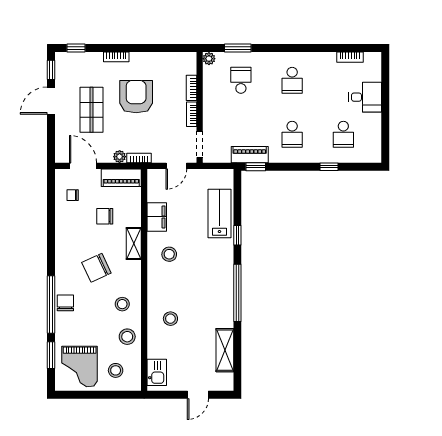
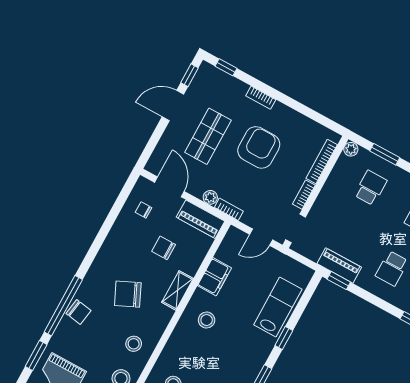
bookcase: (191, 88) -> (322, 162), width x1.56
chair: (65, 303) -> (78, 312), turned 99

